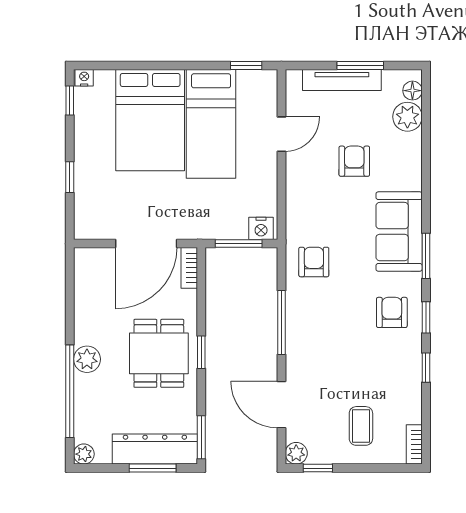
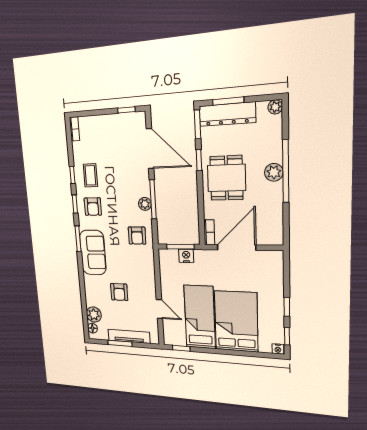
door: (281, 134) -> (159, 309), swing flipped
window: (70, 177) -> (287, 307), moved
nightstand: (261, 228) -> (186, 256), moved
window: (201, 352) -> (199, 160), moved
window: (70, 391) -> (286, 171), moved
door: (281, 405) -> (150, 149), width x1.36
coffee table: (361, 426) -> (90, 175), moved
plant: (296, 453) -> (145, 204), moved

